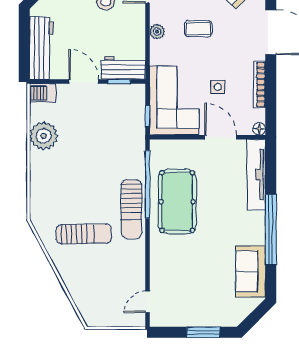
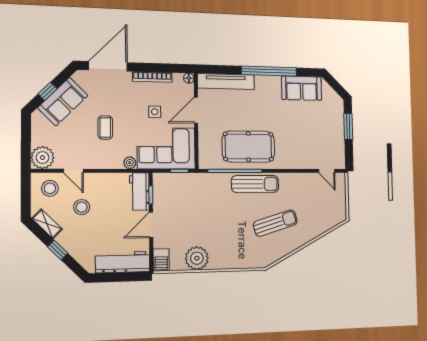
plant: (157, 32) -> (130, 163), moved
sun lounger: (84, 234) -> (275, 223), turned 74

